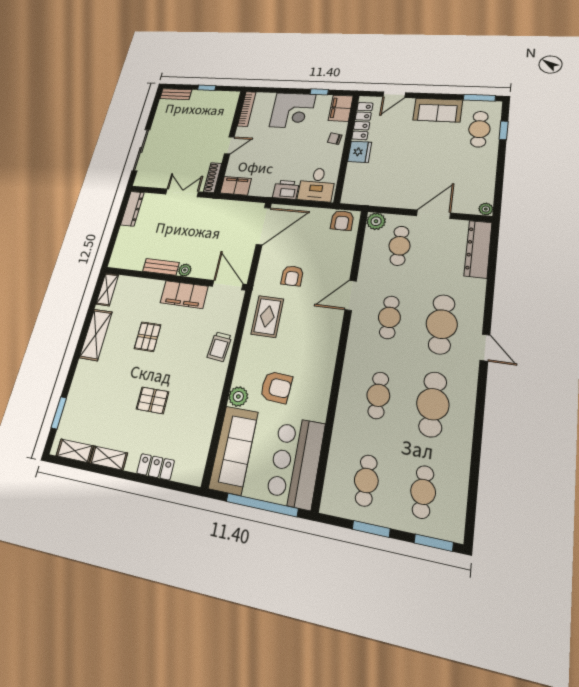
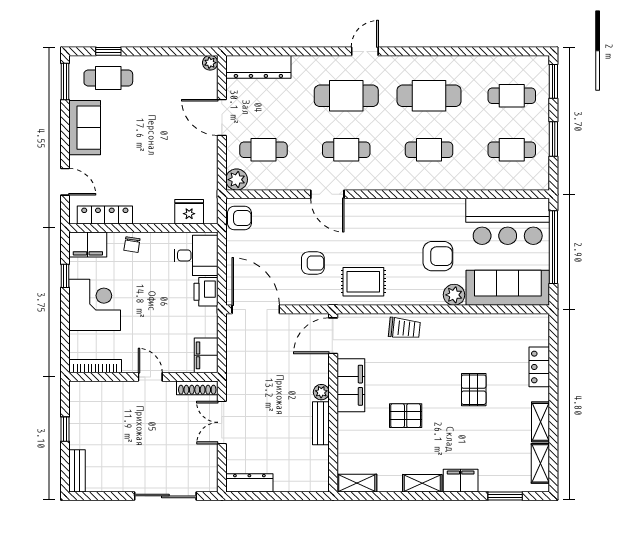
fridge: (360, 152) -> (189, 212), moved
shelving: (96, 335) -> (422, 483), width x0.67, depth x0.75
filing cabinet: (83, 376) -> (461, 481), added
armchair: (276, 387) -> (438, 256), turned 86

